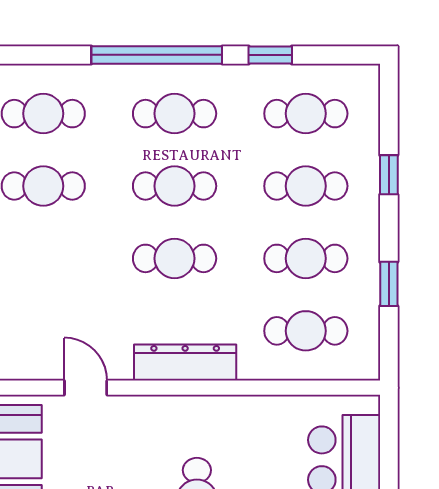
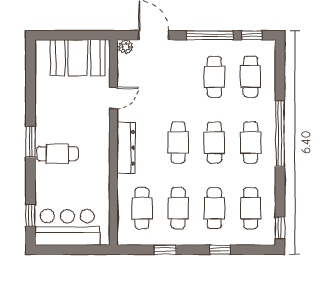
window: (270, 55) -> (280, 228), moved

